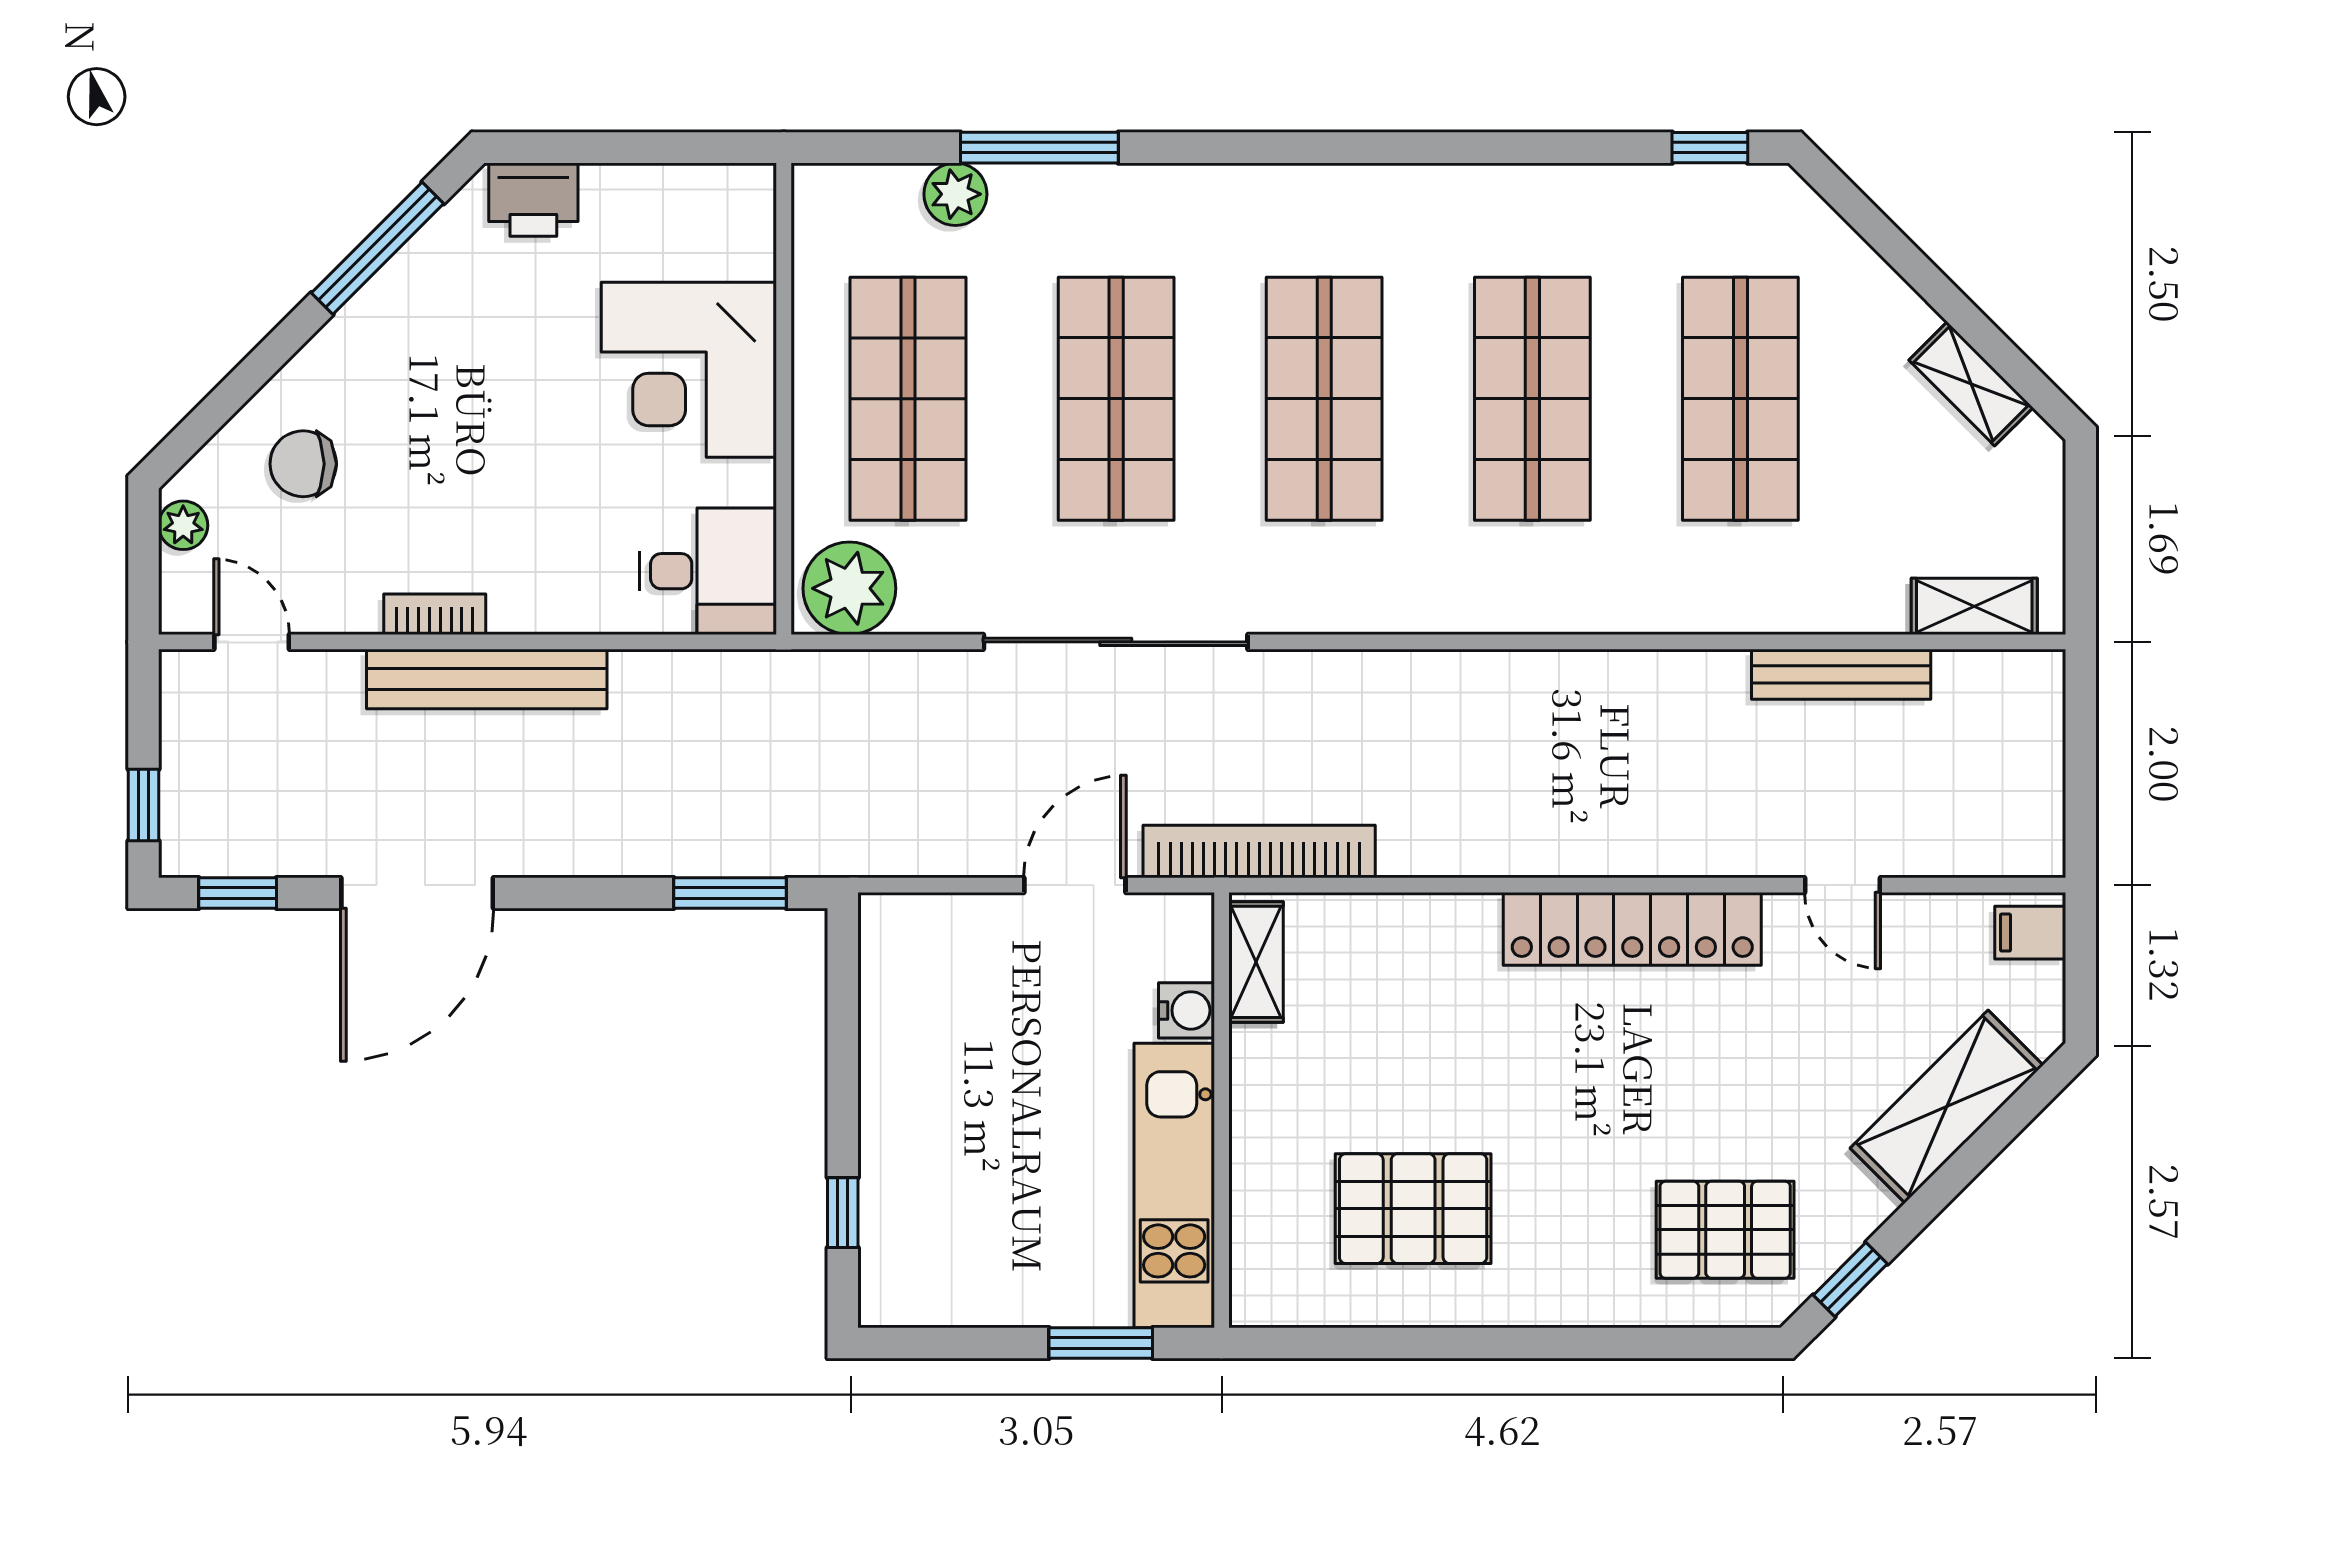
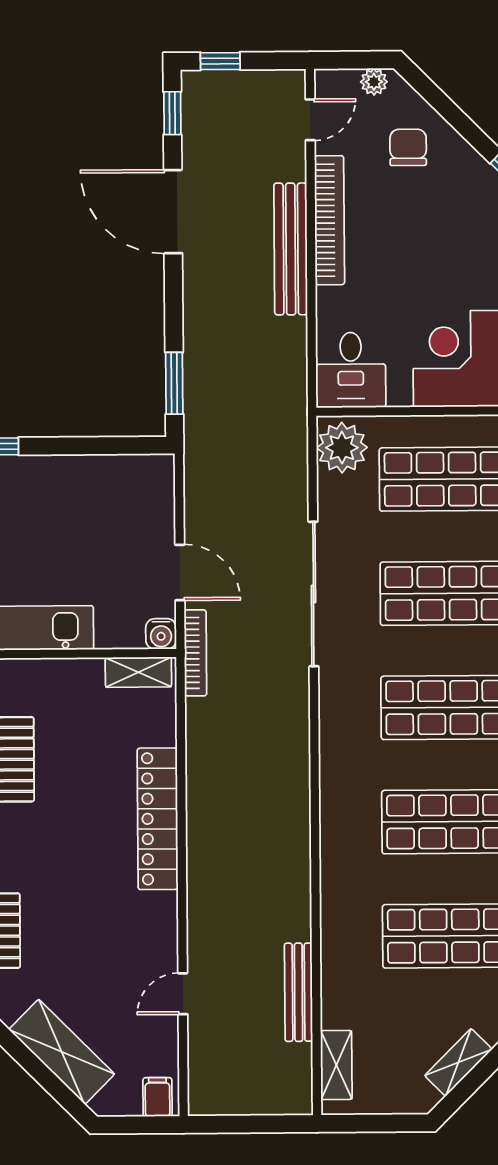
bookcase: (435, 614) -> (330, 220), width x2.31, depth x1.31
bookcase: (1259, 851) -> (195, 653), width x0.68, depth x0.76
locker: (1632, 929) -> (158, 819), moved
water cooler: (1186, 1010) -> (161, 634), moved

